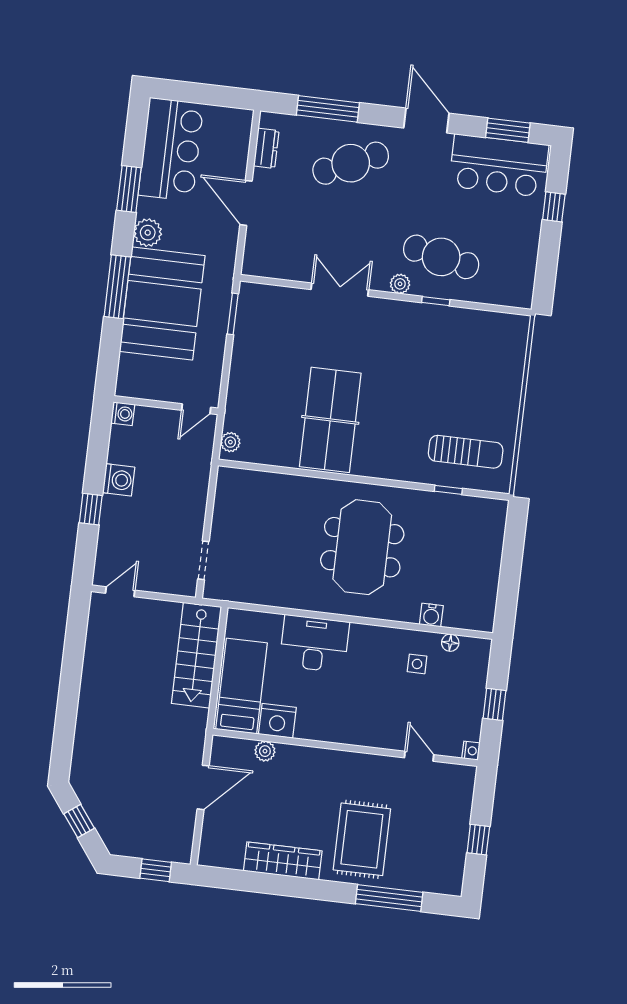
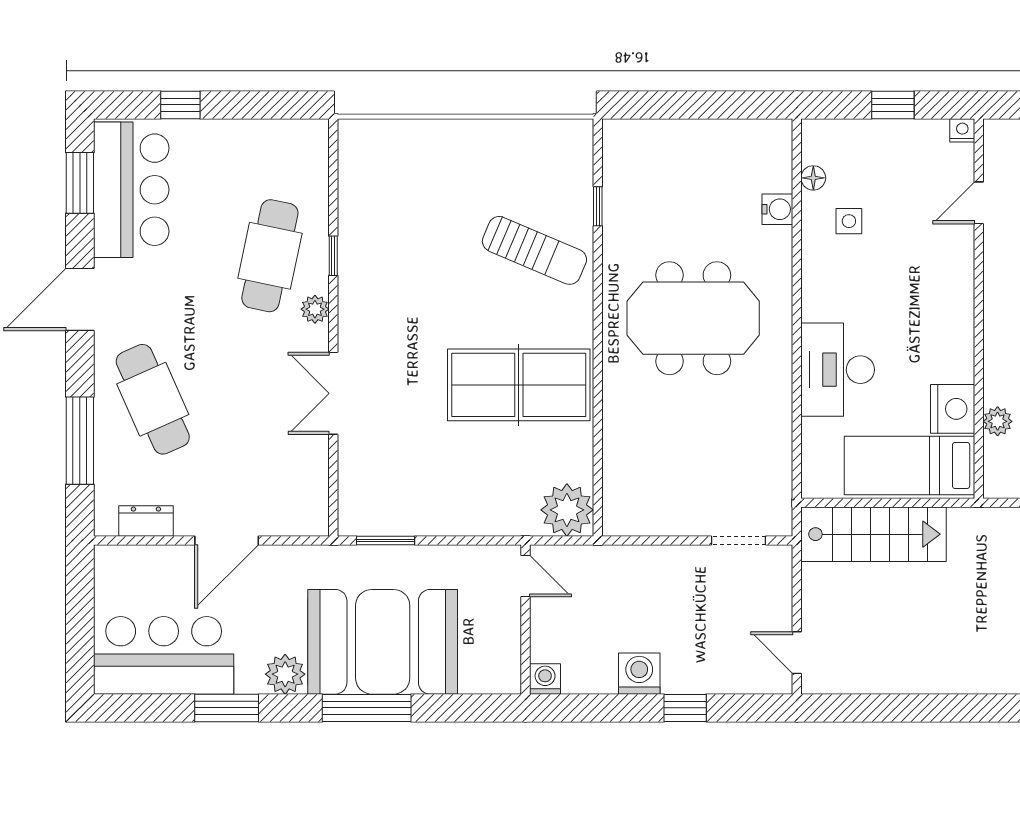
plant: (230, 442) -> (567, 510), width x1.87, depth x1.87
sun lounger: (466, 452) -> (534, 250), moved, turned 113

